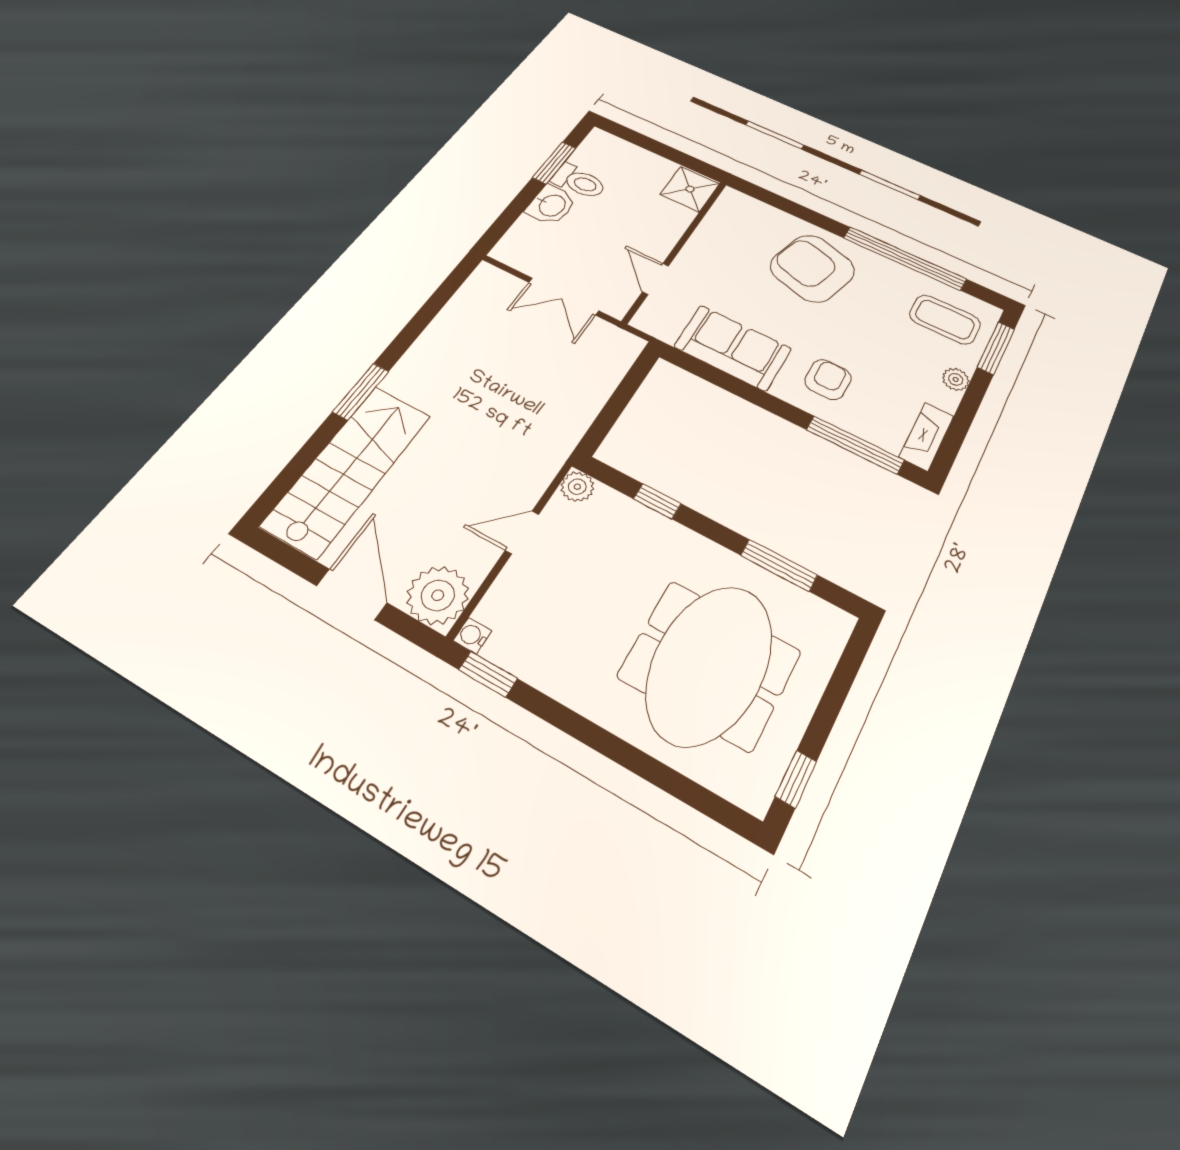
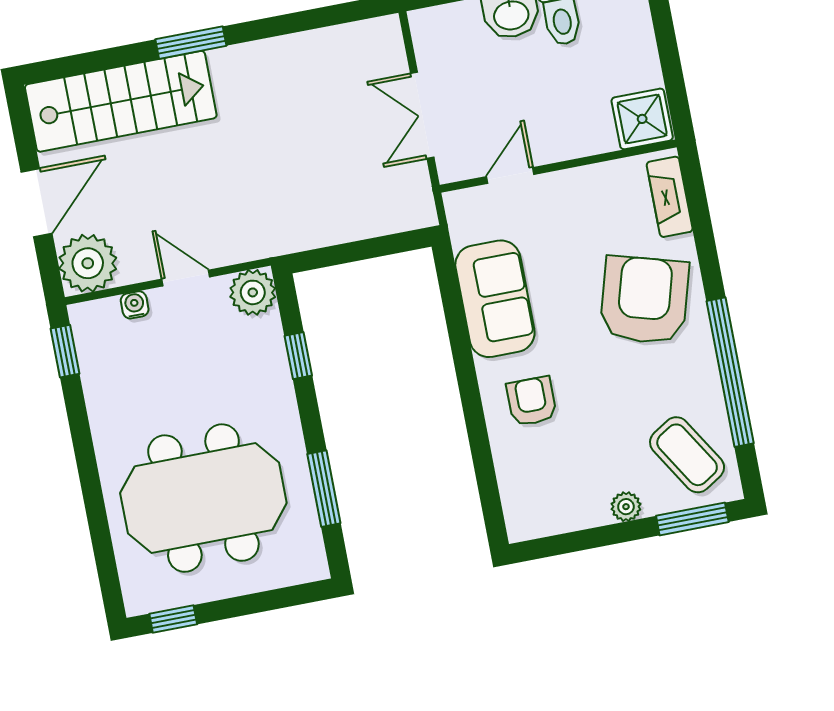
coffee table: (945, 319) -> (687, 455), turned -32
armchair: (828, 379) -> (532, 401), turned -90
fireplace: (927, 436) -> (670, 197), moved, turned -90
window: (855, 445) -> (484, 469), removed
plant: (577, 487) -> (253, 292), width x1.38, depth x1.38
water cooler: (472, 636) -> (135, 305), moved

